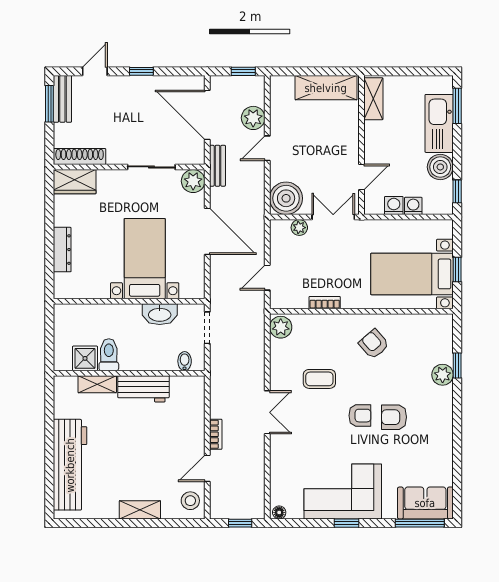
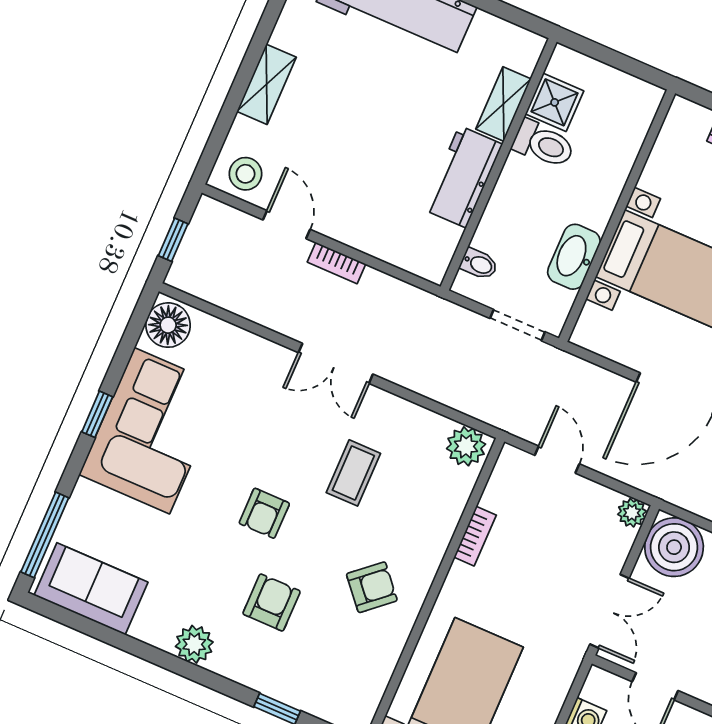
plant: (299, 228) -> (632, 513), moved
plant: (443, 375) -> (194, 644), moved
armchair: (394, 417) -> (272, 602), moved
sofa: (425, 503) -> (91, 589), moved, turned -90
floor lamp: (279, 512) -> (168, 325), width x1.89, depth x1.89

